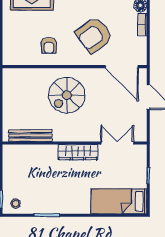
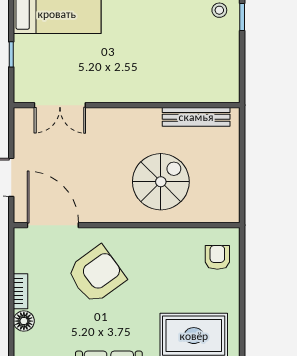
armchair: (49, 45) -> (217, 257), moved
spiral stairs: (67, 95) -> (161, 182), moved
wardrobe: (78, 152) -> (122, 91), removed

